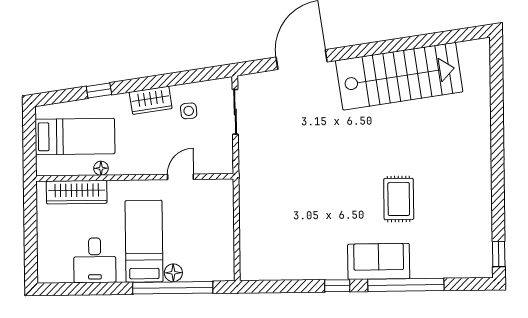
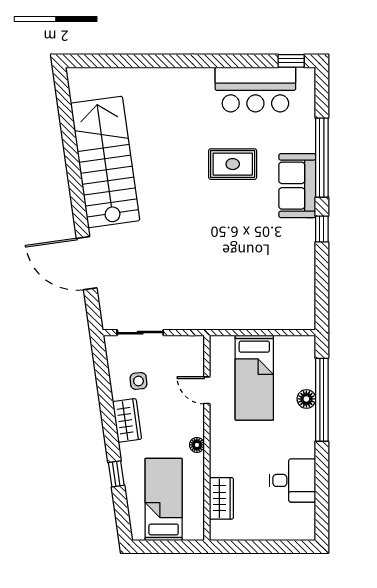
floor lamp: (101, 168) -> (197, 445), moved
wardrobe: (77, 192) -> (221, 498), width x0.67
bar counter: (471, 220) -> (255, 89), added
bed: (144, 241) -> (254, 378), moved, turned -90

